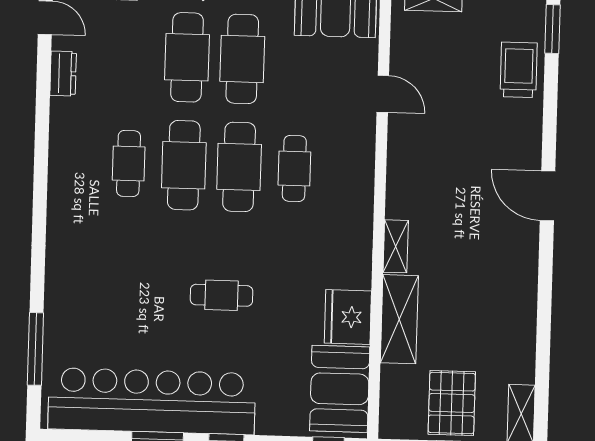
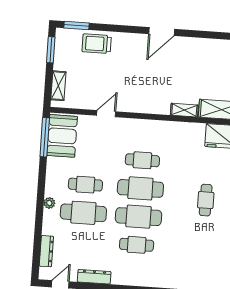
cafe table: (242, 59) -> (85, 185), width x0.73, depth x0.74
dresser: (63, 73) -> (94, 277), width x1.44

